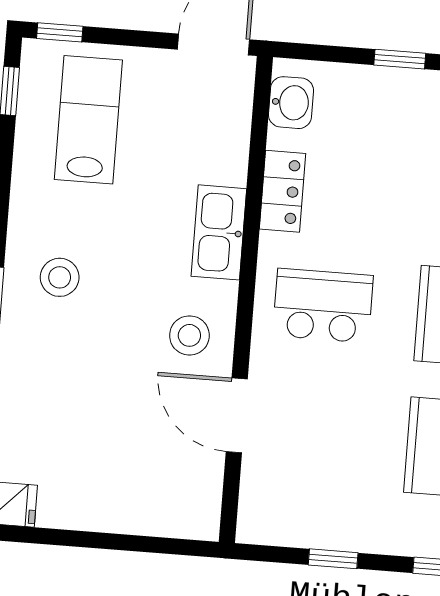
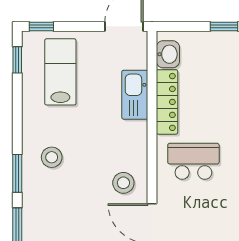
locker: (282, 191) -> (167, 102), width x1.53
kitchen sink: (219, 232) -> (135, 95), moved

